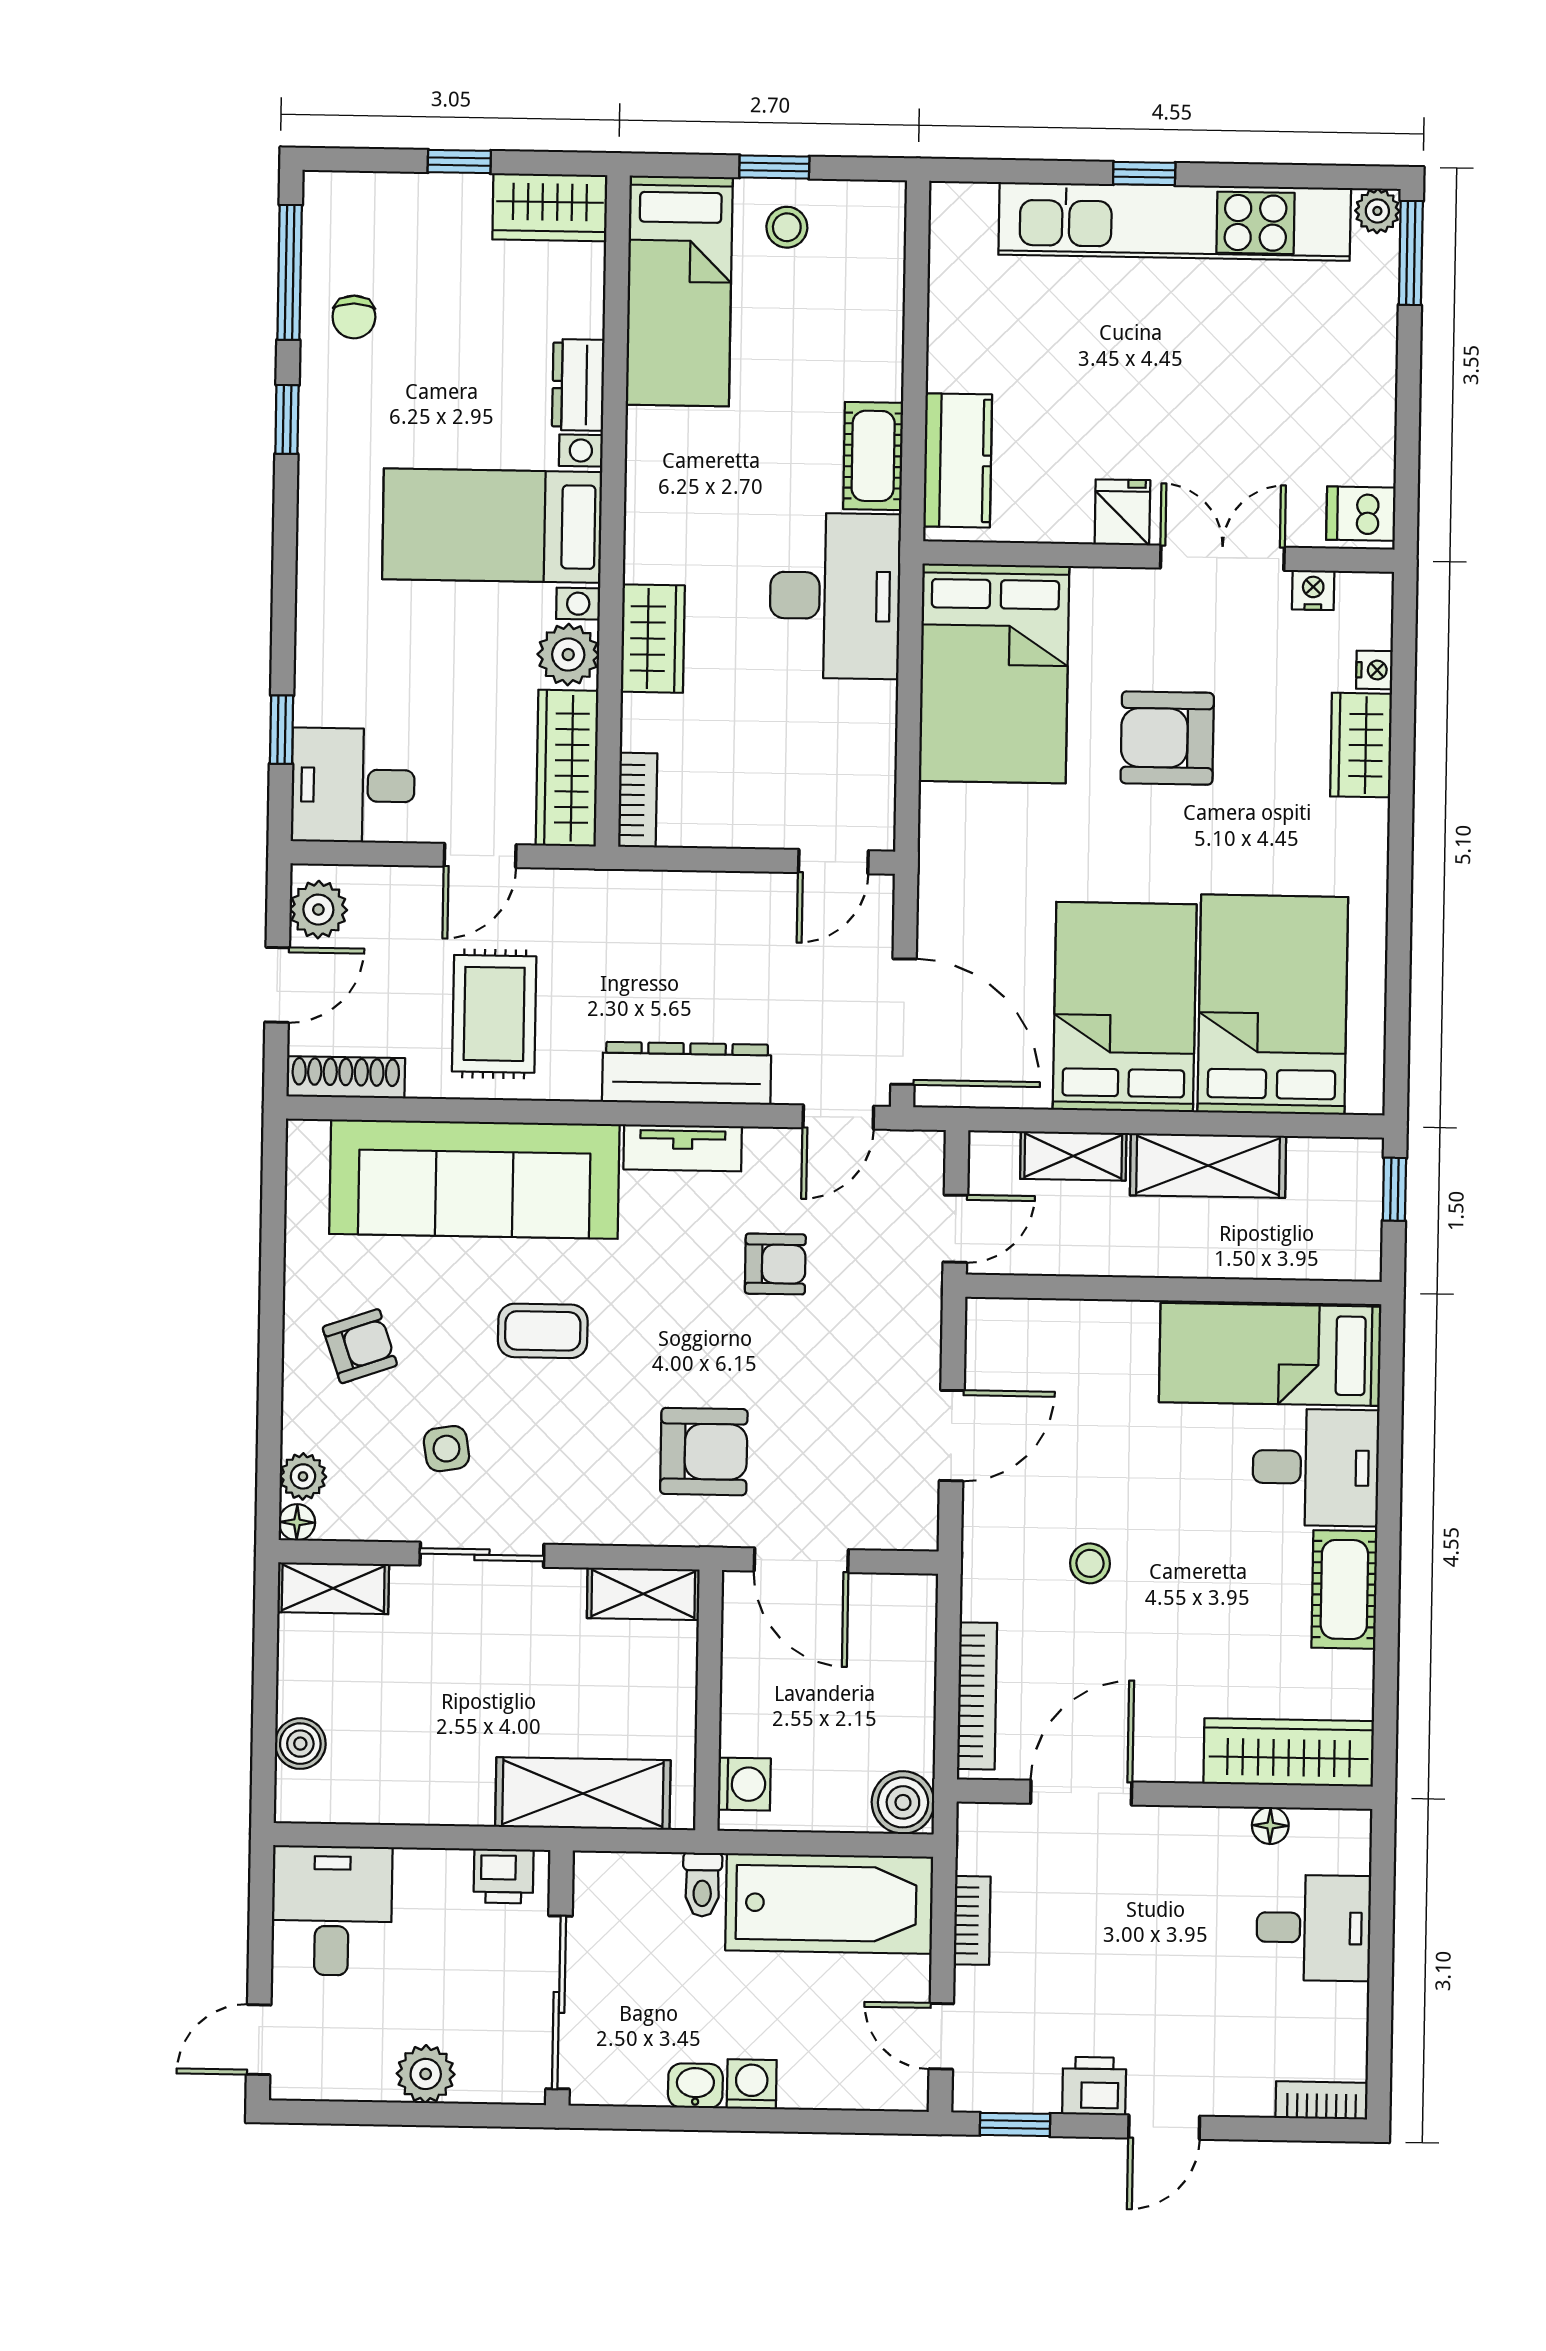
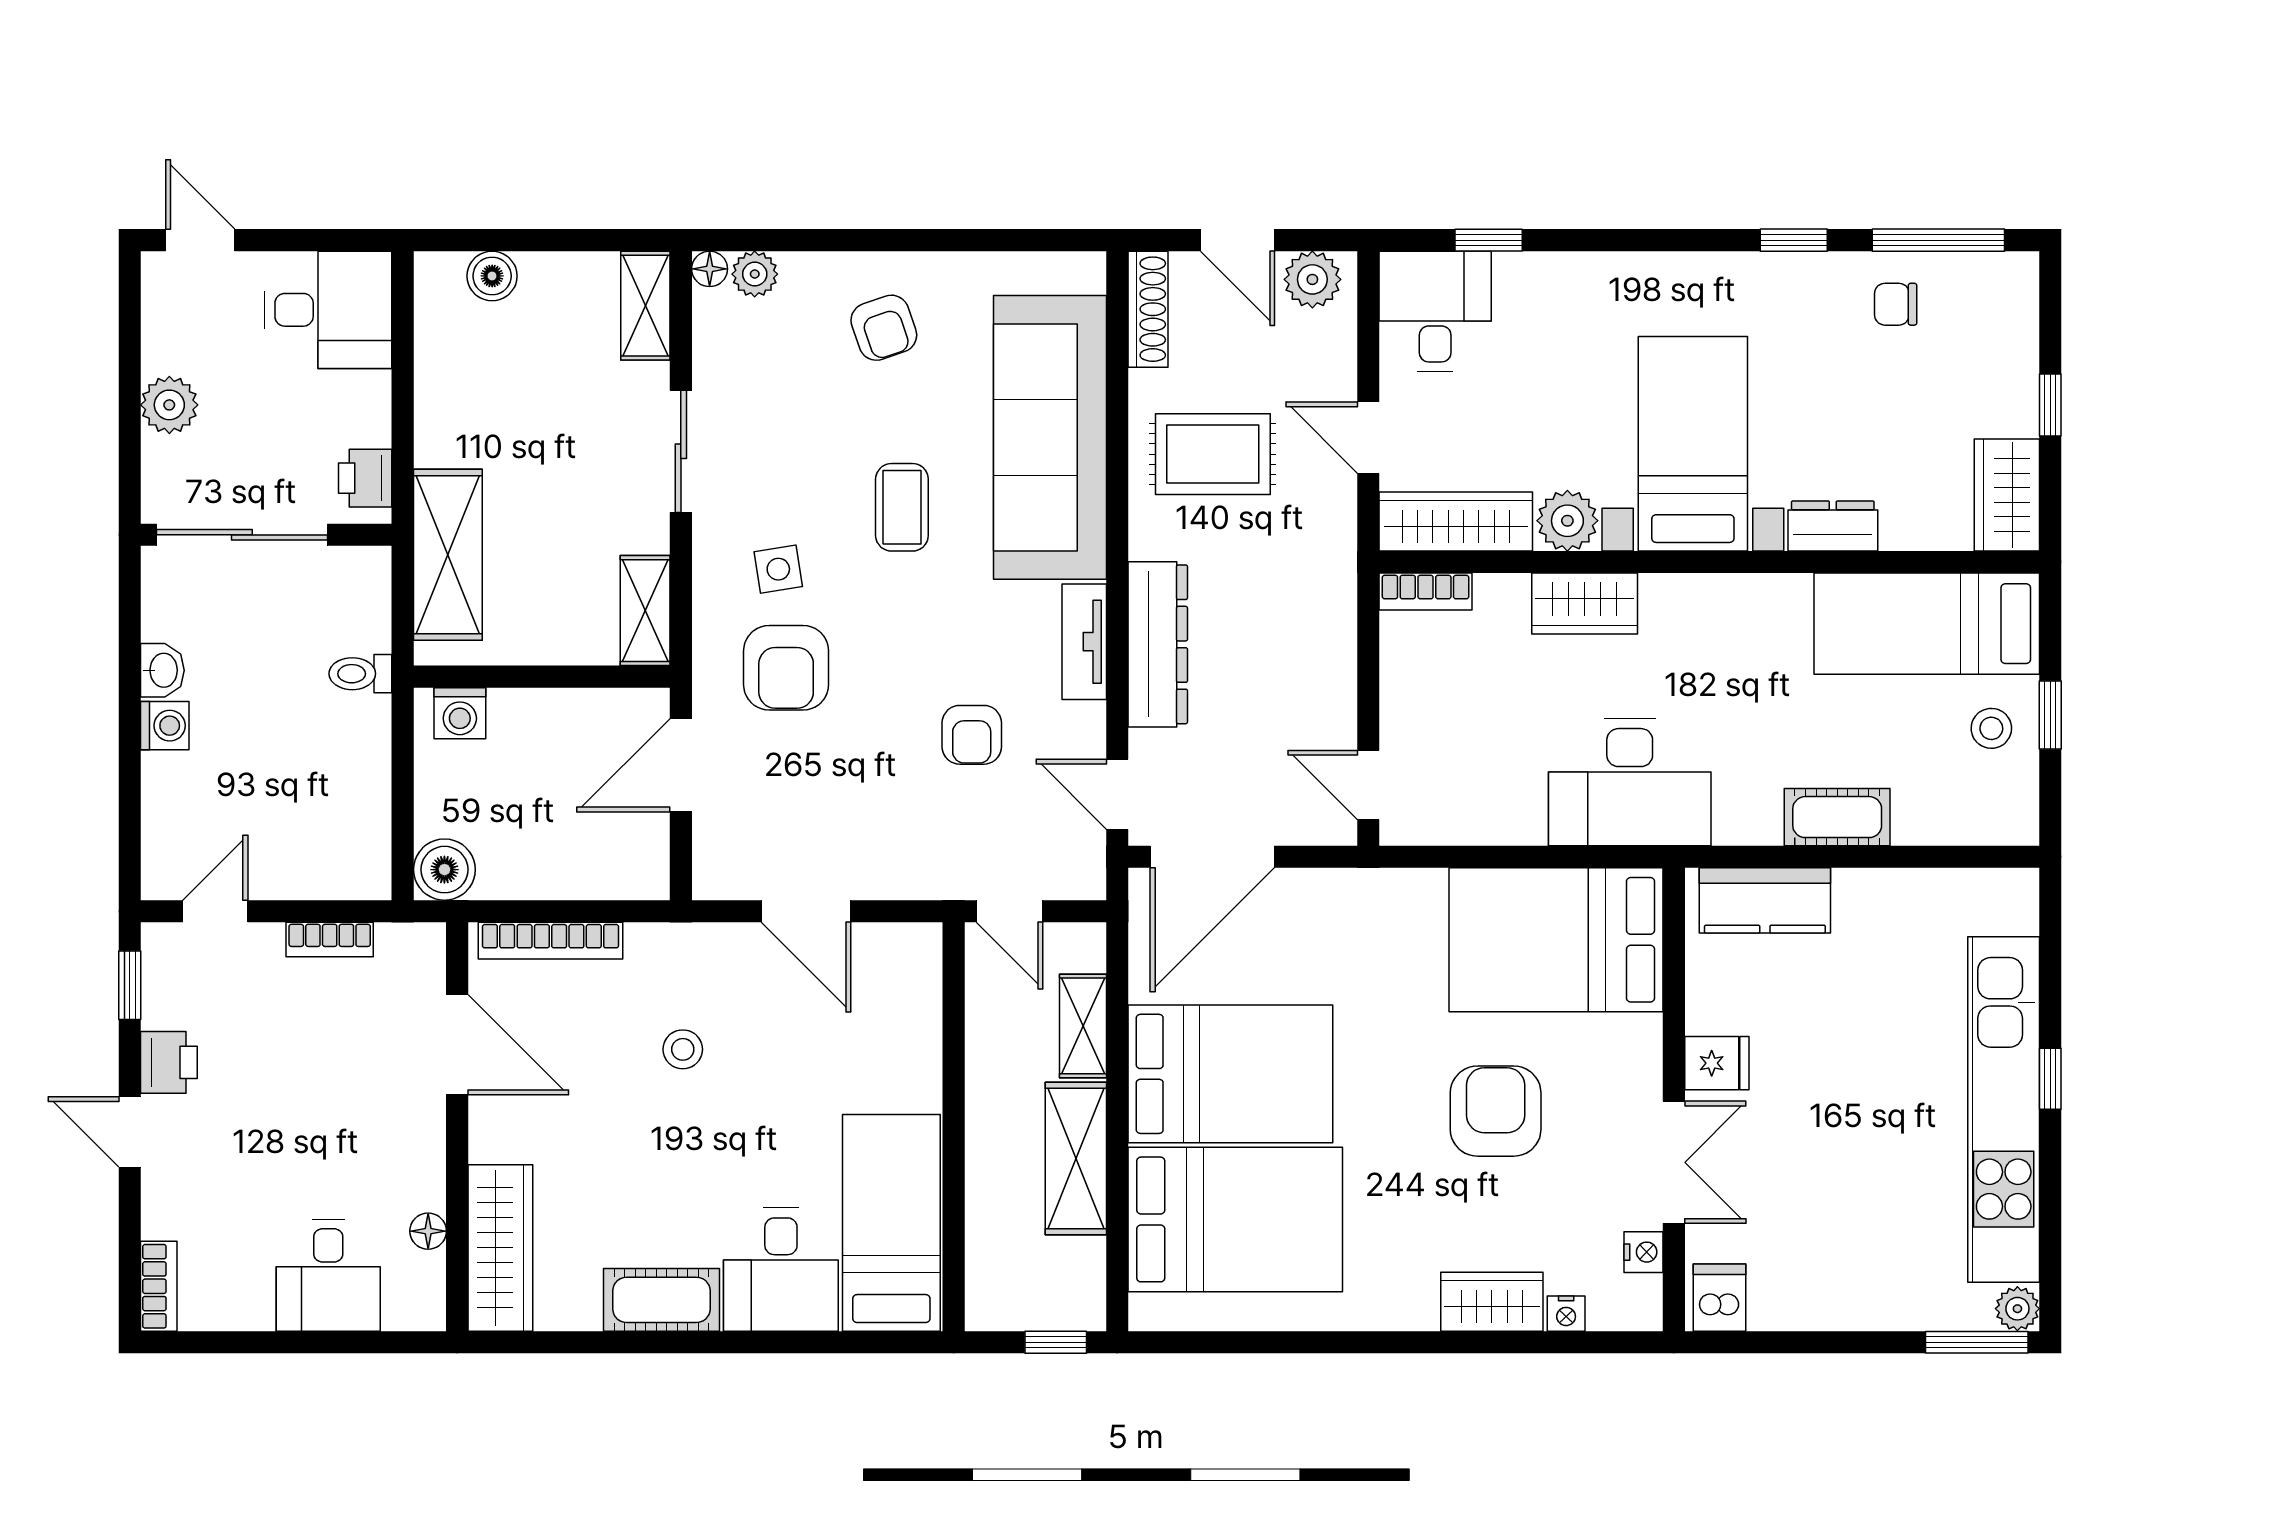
cot: (873, 456) -> (1837, 817), moved
side table: (446, 1449) -> (778, 569), moved
bathtub: (829, 1904) -> (344, 799), removed

